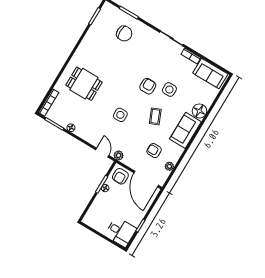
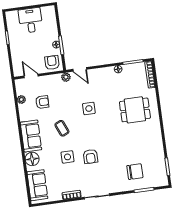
chair: (124, 34) -> (135, 172), turned 180
sofa: (210, 74) -> (37, 185), moved, turned 90
armchair: (148, 86) -> (91, 156), moved
door: (146, 179) -> (31, 76), width x0.53
desk: (121, 232) -> (31, 20), moved, turned 90

